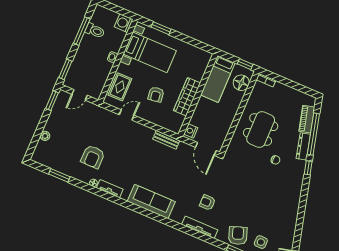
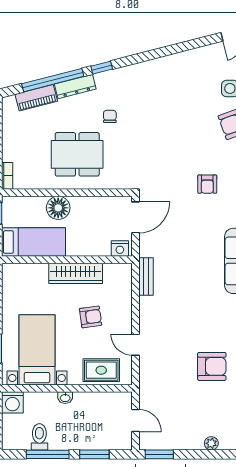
window: (65, 69) -> (94, 454), moved
floor lamp: (241, 83) -> (58, 208), moved

